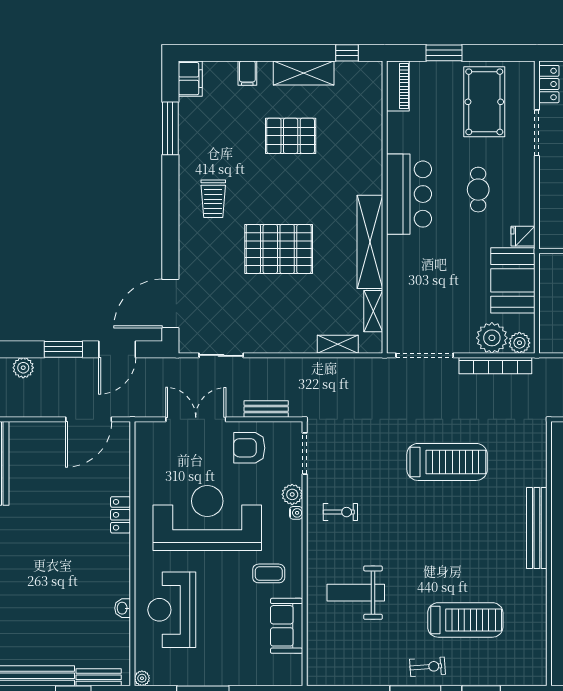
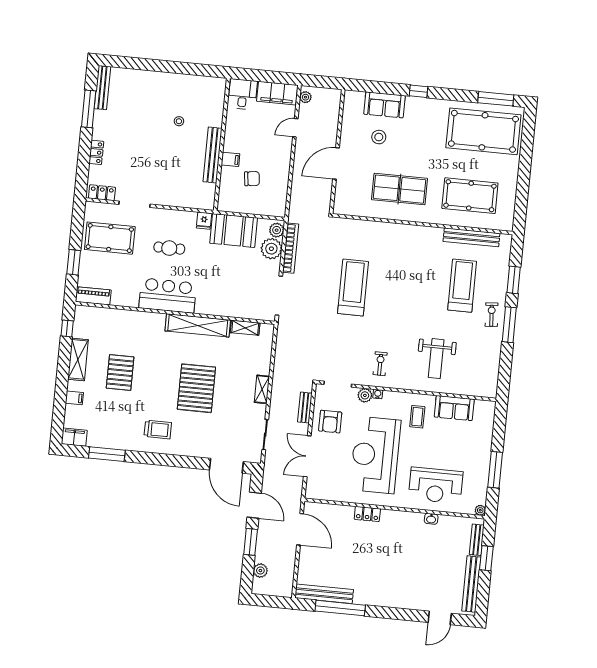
shelving: (338, 344) -> (262, 389), moved
bench: (537, 528) -> (471, 237), moved

